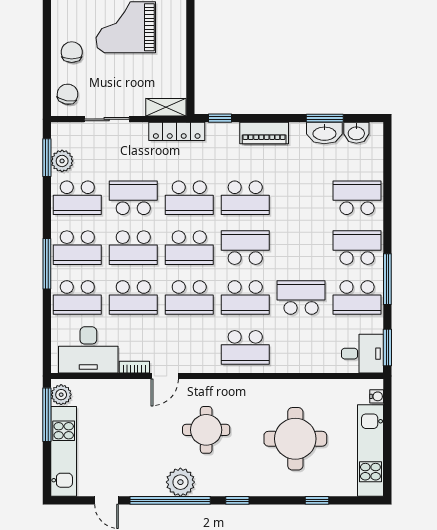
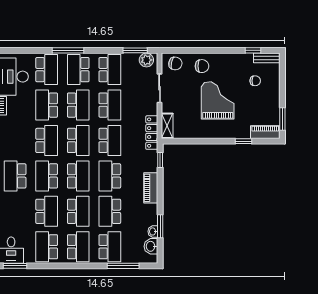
washbasin: (324, 133) -> (153, 231), width x0.52, depth x0.69
plant: (62, 161) -> (146, 60), moved
school desk: (77, 198) -> (110, 70), turned 180
school desk: (189, 198) -> (110, 140), turned 180
school desk: (301, 198) -> (110, 211), added
school desk: (133, 248) -> (78, 105), turned 180
school desk: (189, 248) -> (78, 140), turned 180
school desk: (301, 248) -> (78, 211), added
window: (387, 279) -> (123, 266), moved
school desk: (77, 297) -> (47, 70), turned 180
school desk: (189, 297) -> (47, 140), turned 180

